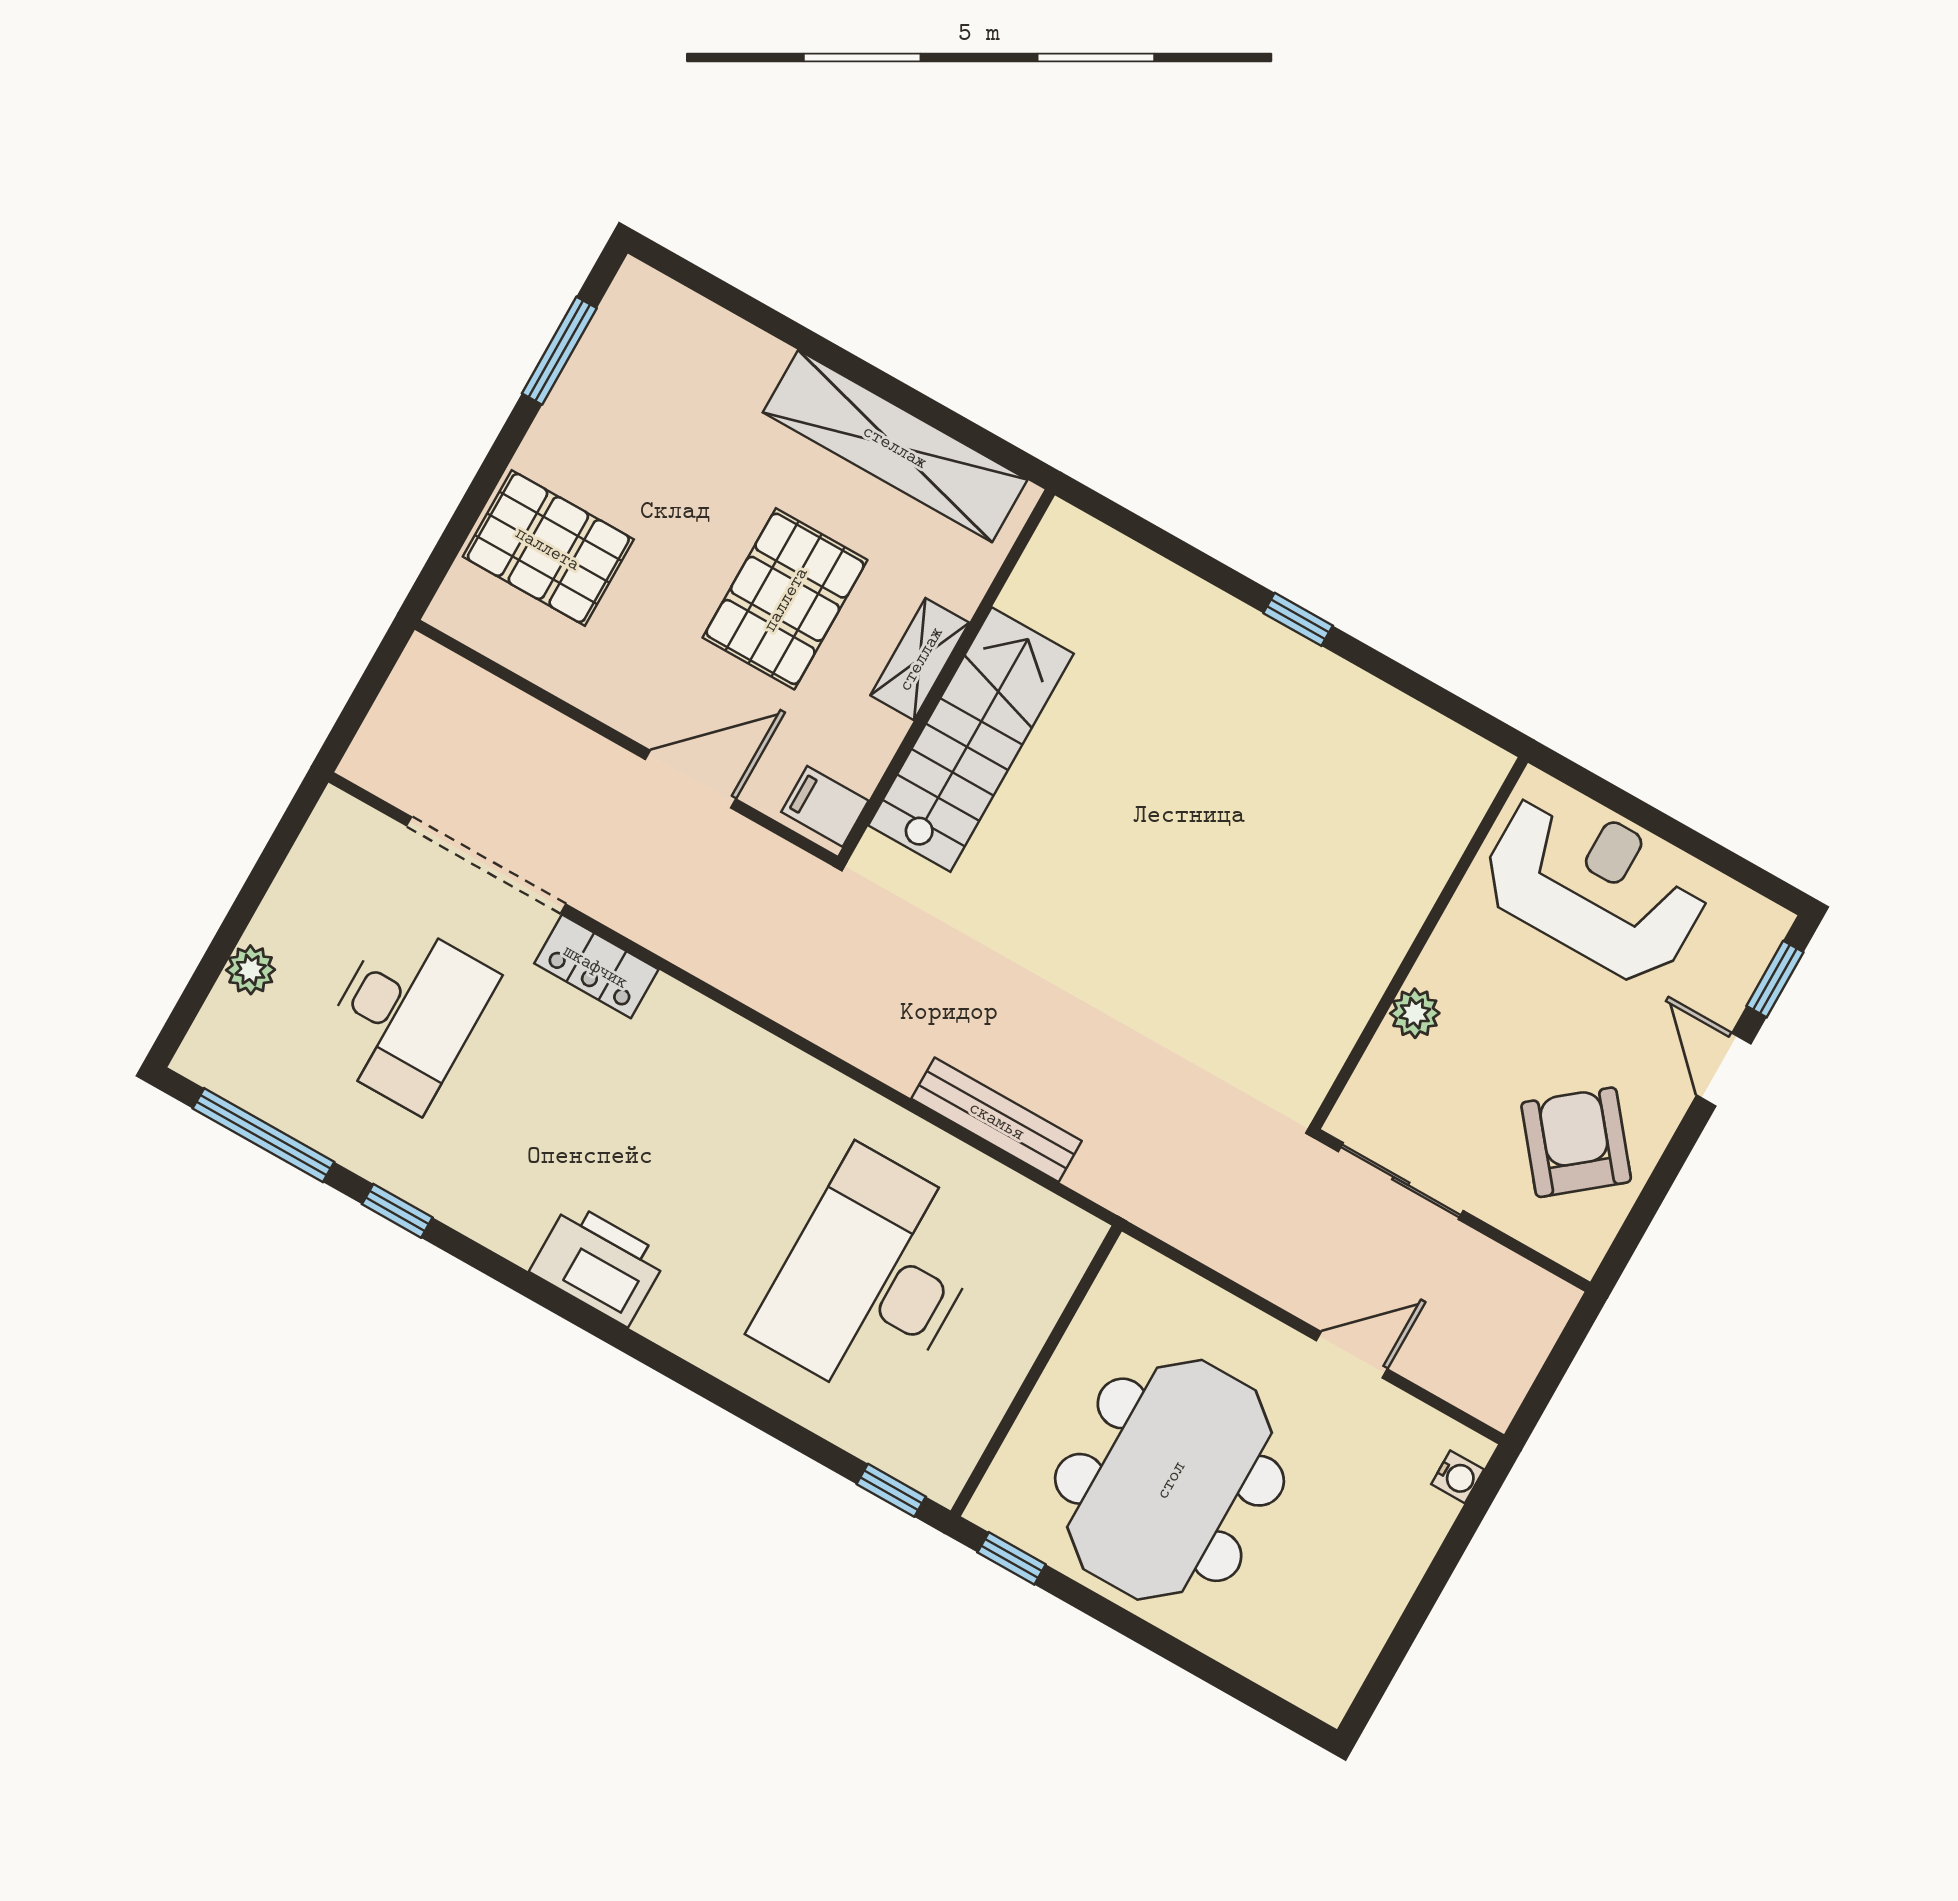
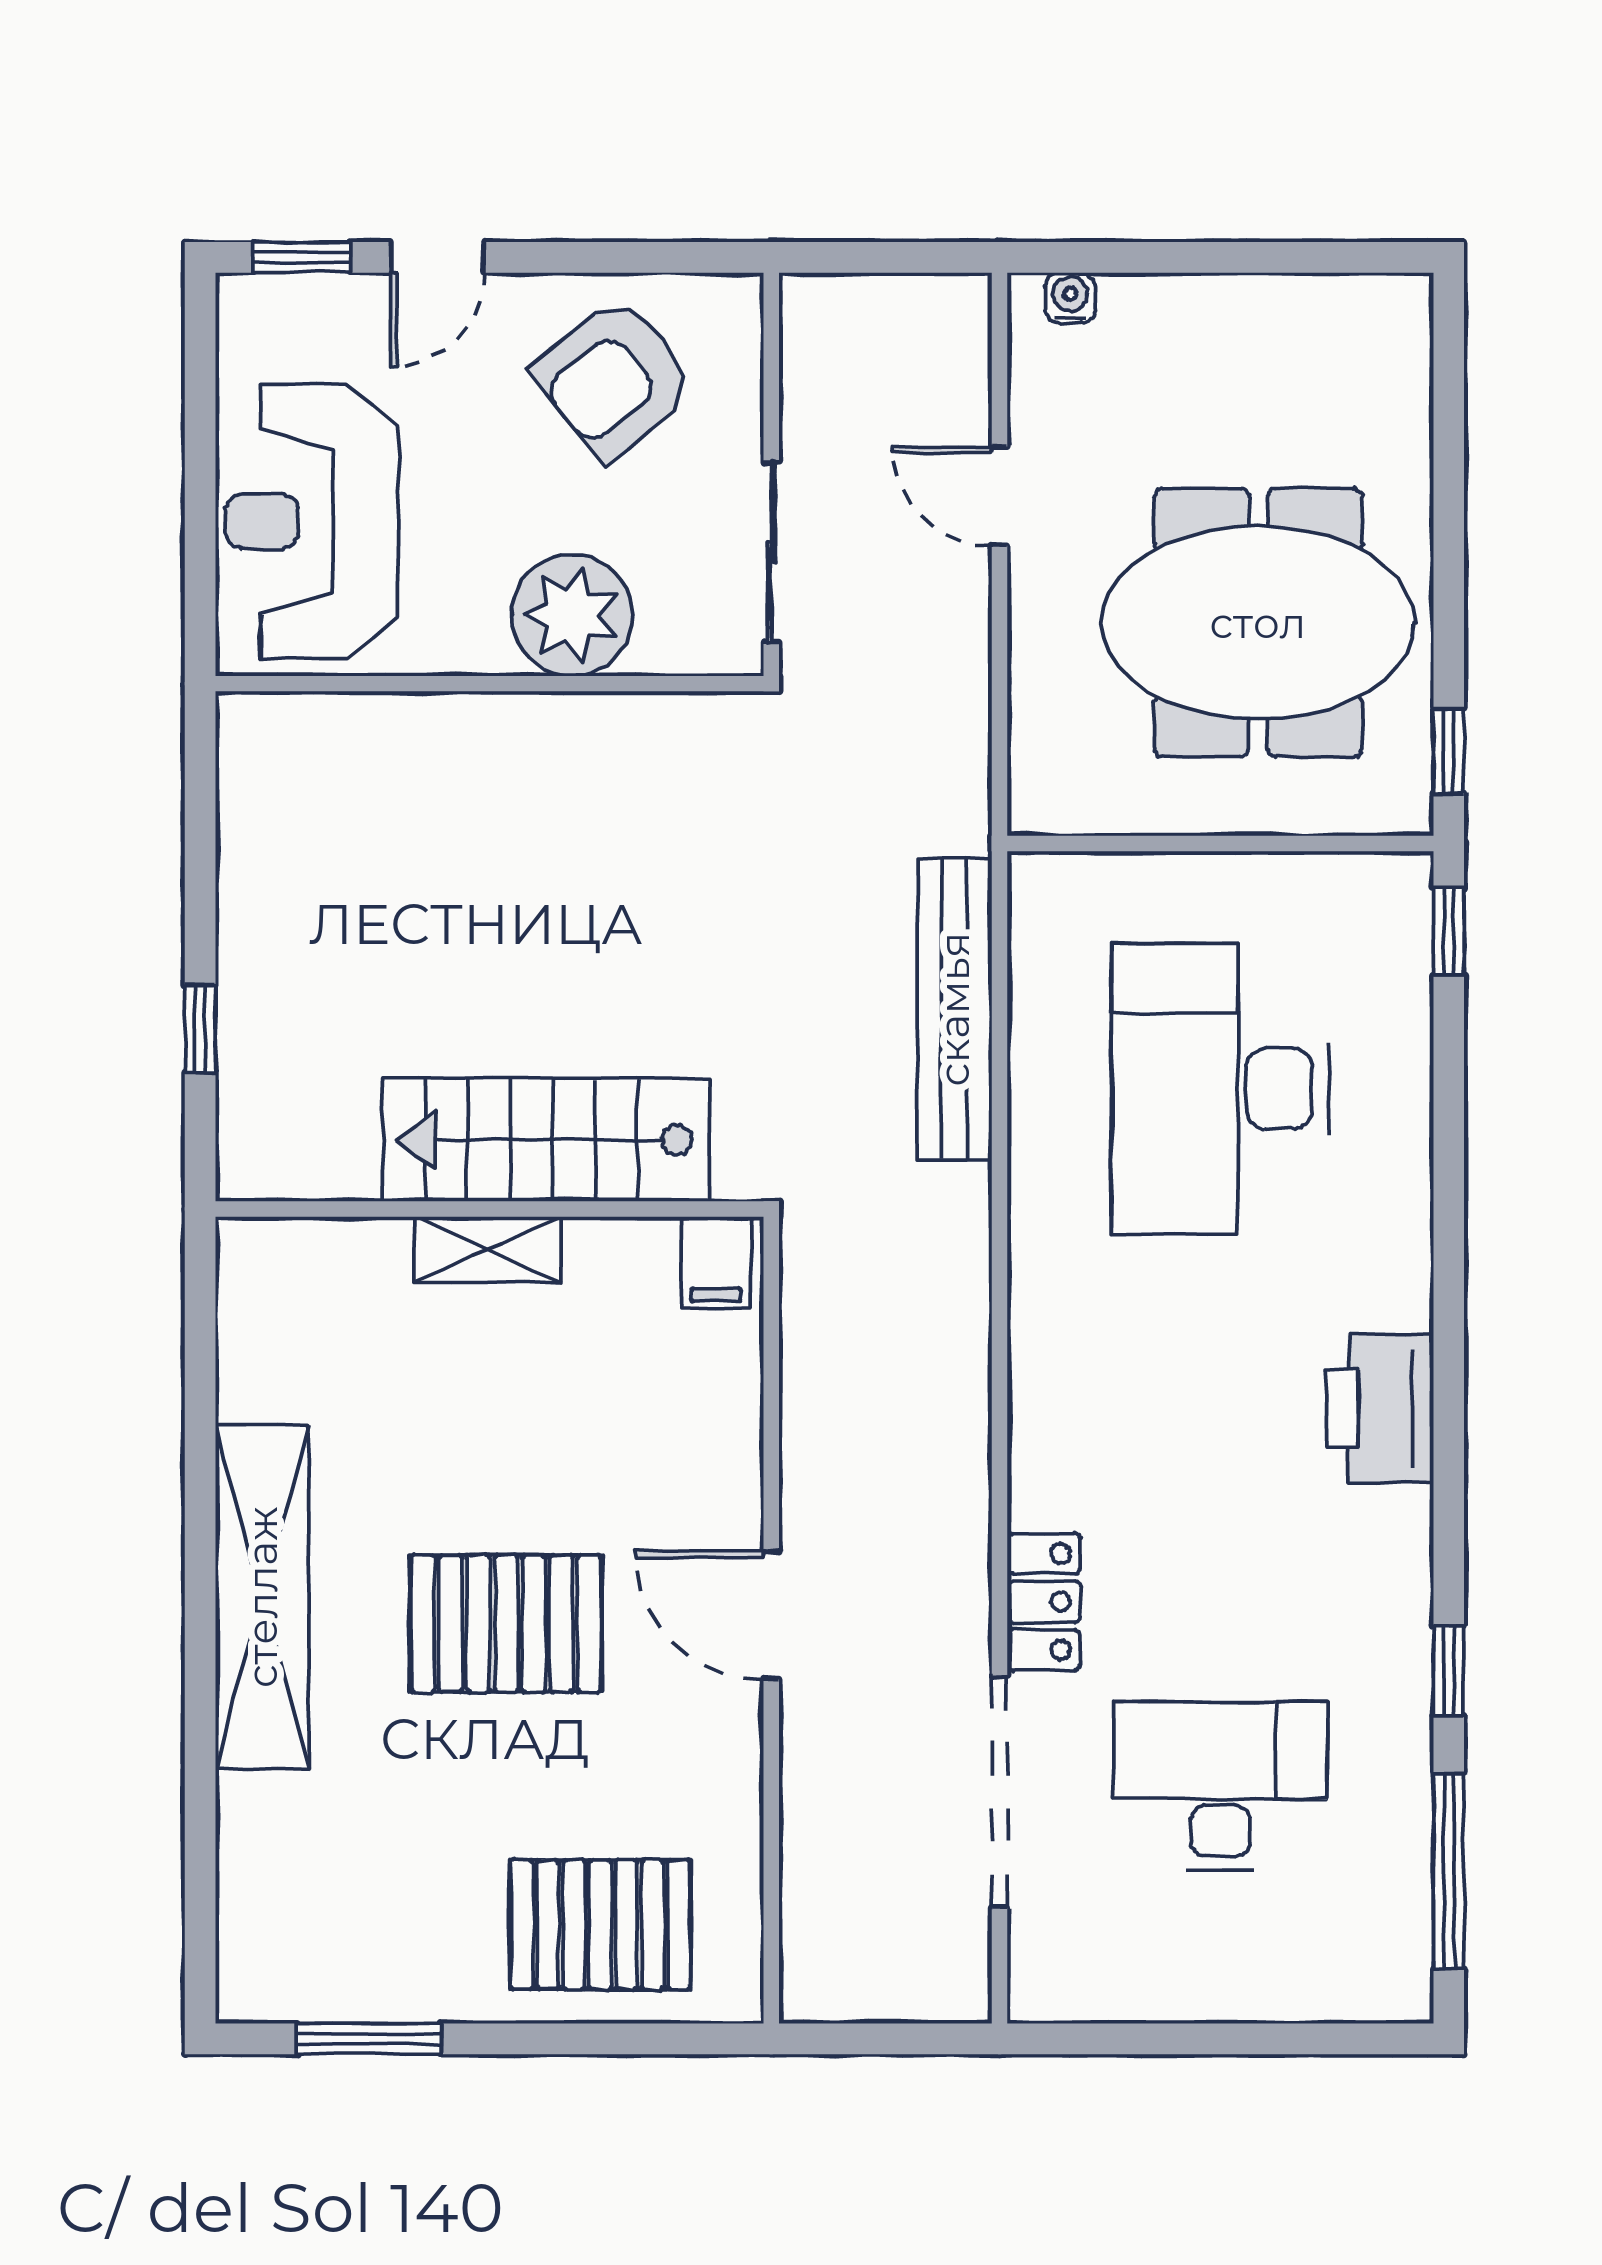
pallet: (548, 548) -> (600, 1925), turned 90
shelving: (920, 659) -> (488, 1249), moved
wall: (946, 675) -> (489, 1209), moved
stairs: (971, 740) -> (546, 1140), moved
filing cabinet: (825, 806) -> (716, 1263), moved
plant: (251, 970) -> (1270, 1992), removed
plant: (1415, 1013) -> (572, 615), width x1.88, depth x1.88
bench: (997, 1120) -> (954, 1009), width x1.37, depth x1.21
desk: (872, 1278) -> (1220, 1089), turned 90

